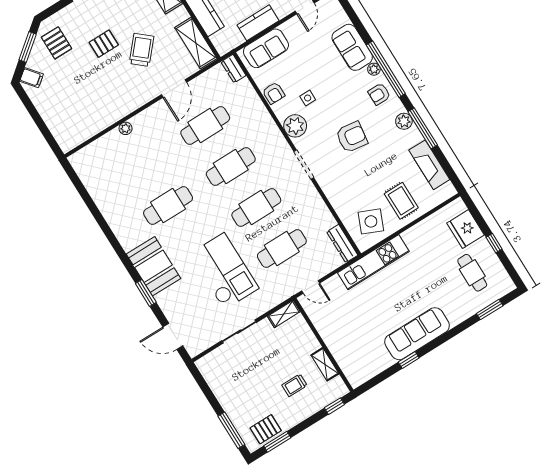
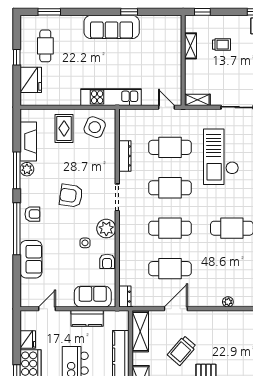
plant: (374, 69) -> (25, 234), removed
armchair: (274, 93) -> (107, 261), turned 180
plant: (404, 121) -> (27, 169), moved
dresser: (342, 244) -> (125, 156), moved

